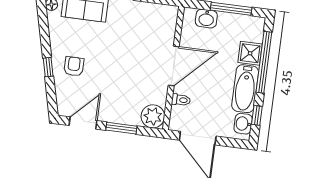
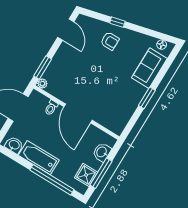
shower: (250, 53) -> (86, 175), moved
window: (257, 115) -> (16, 158), removed
plant: (153, 116) -> (42, 84), width x0.53, depth x0.53
window: (121, 128) -> (43, 67), moved

